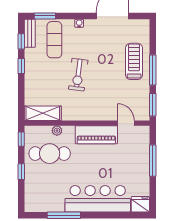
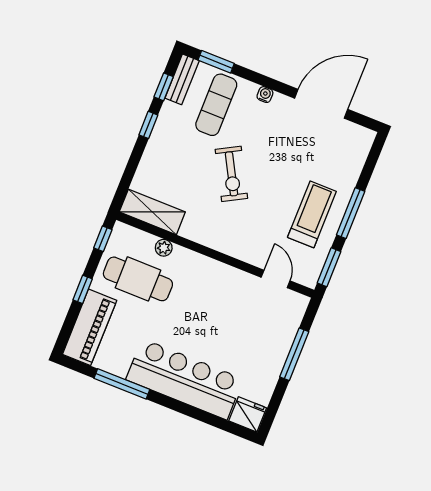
treadmill: (134, 61) -> (312, 214), moved
exercise bike: (78, 75) -> (231, 174), turned -36
piano: (96, 135) -> (90, 327), moved, turned -90

